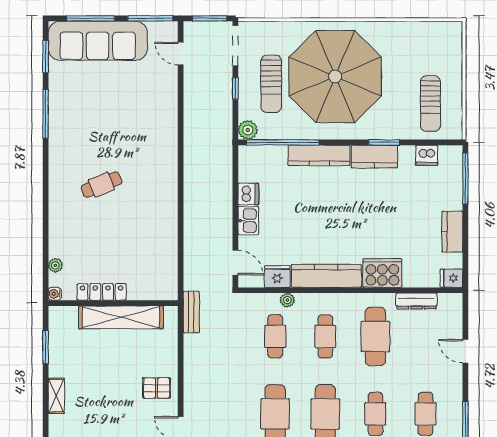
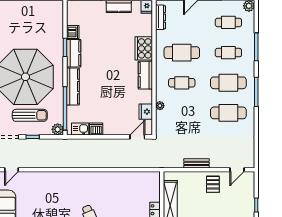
sun lounger: (430, 104) -> (42, 20), removed
dishwasher: (427, 155) -> (73, 32), moved
kitchen sink: (248, 221) -> (80, 129), moved
kitchen counter: (326, 276) -> (145, 75), width x0.67
dresser: (417, 301) -> (160, 17), moved
bench: (191, 312) -> (197, 163), moved
cafe table: (275, 336) -> (182, 113), removed

